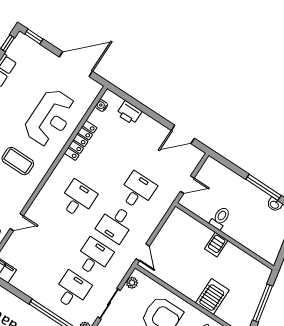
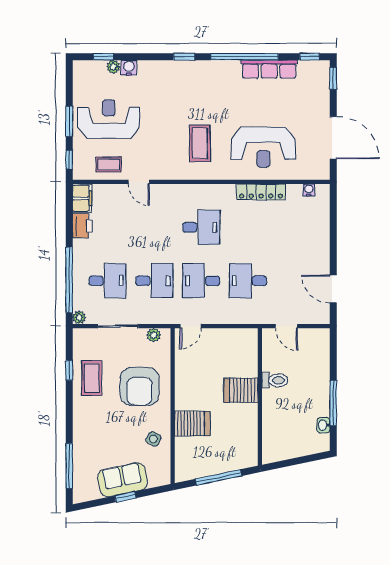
printer: (129, 113) -> (83, 226), moved, turned 180
desk: (137, 191) -> (248, 281), turned 180
server rack: (216, 245) -> (241, 390), width x1.36, depth x1.44

